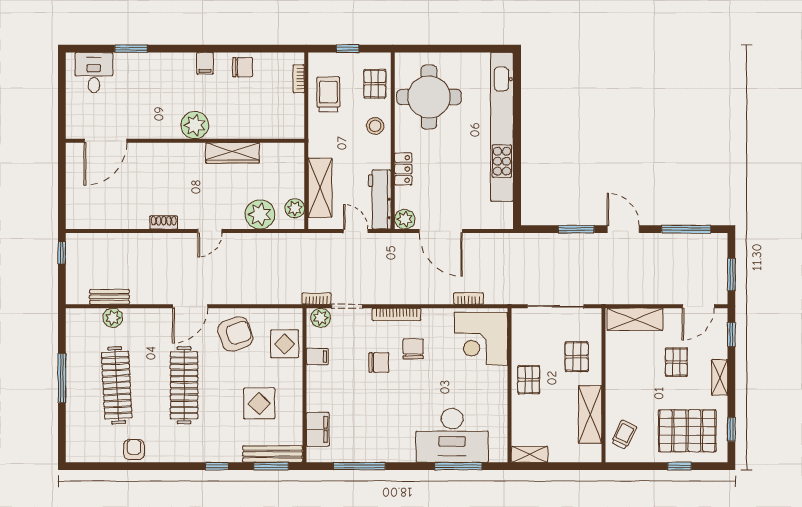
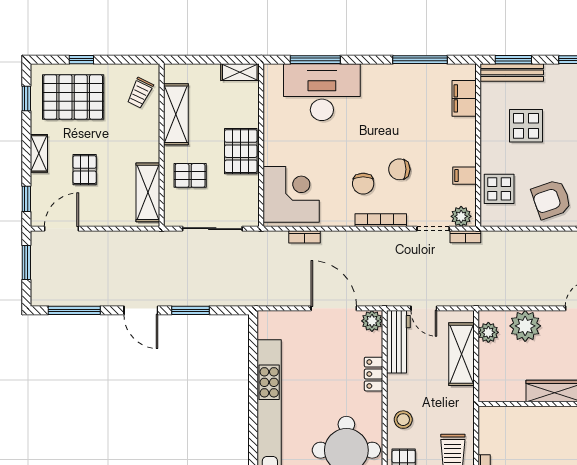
shelving: (635, 319) -> (148, 192), moved, turned 90
pallet: (577, 357) -> (190, 175), turned 90
pallet: (529, 380) -> (241, 151), width x1.50, depth x1.42

